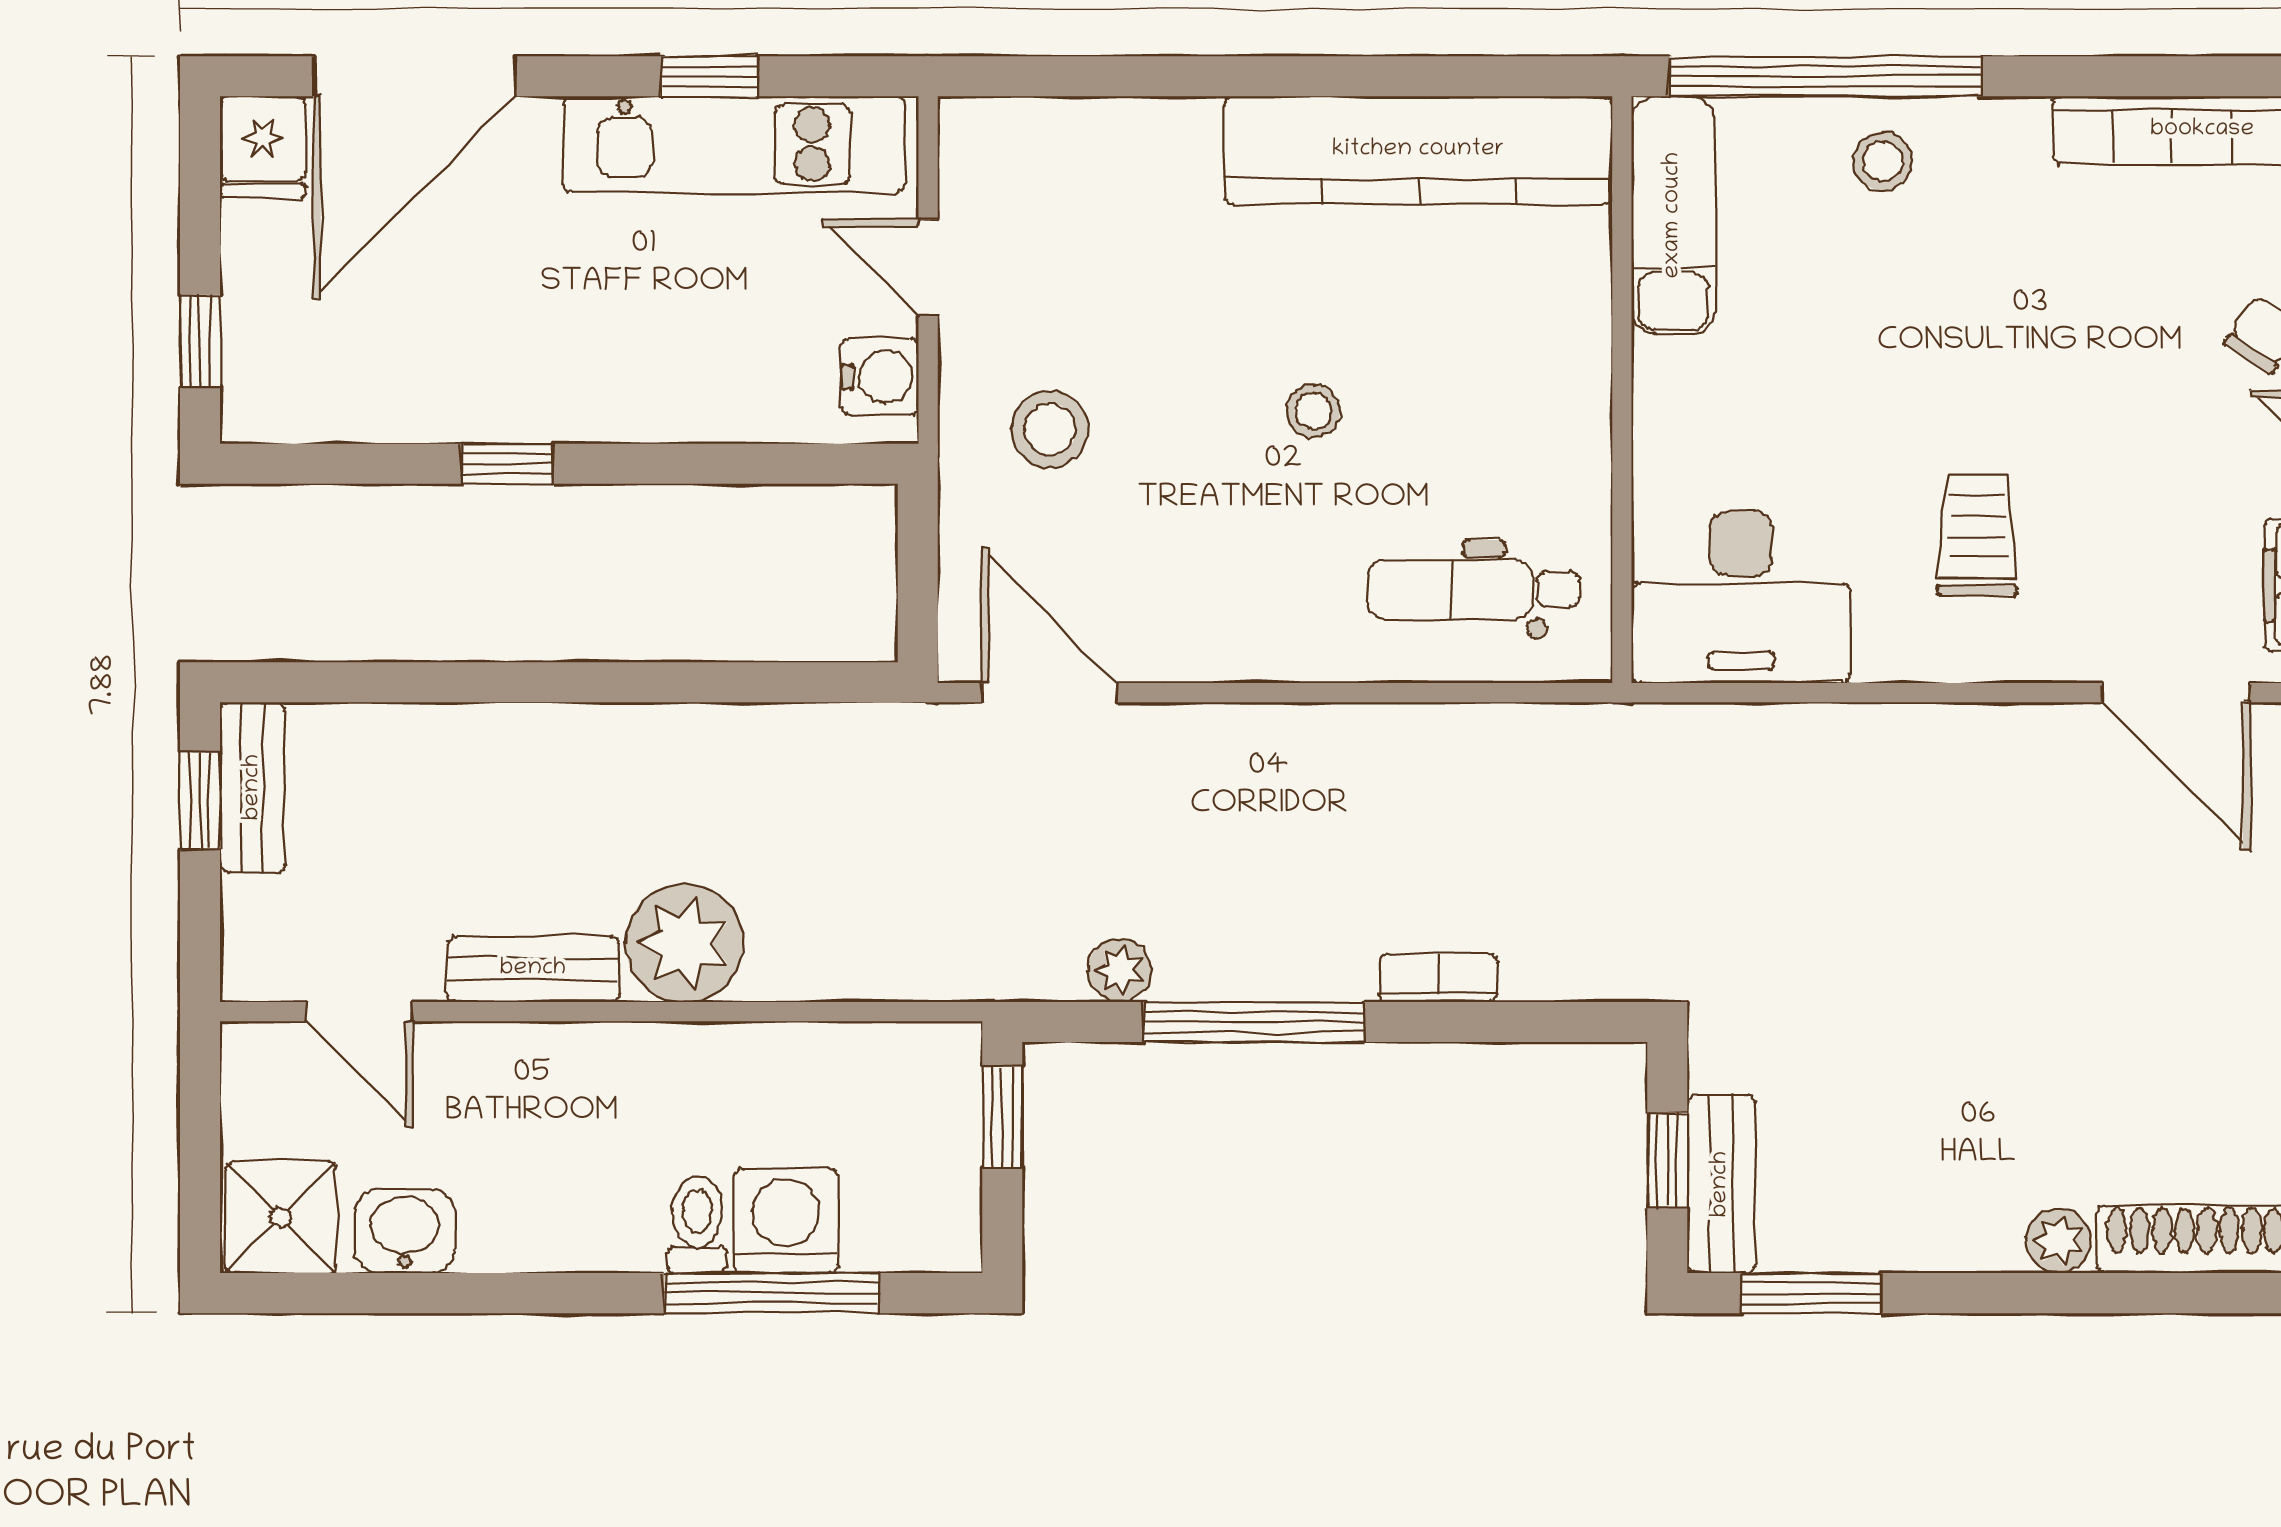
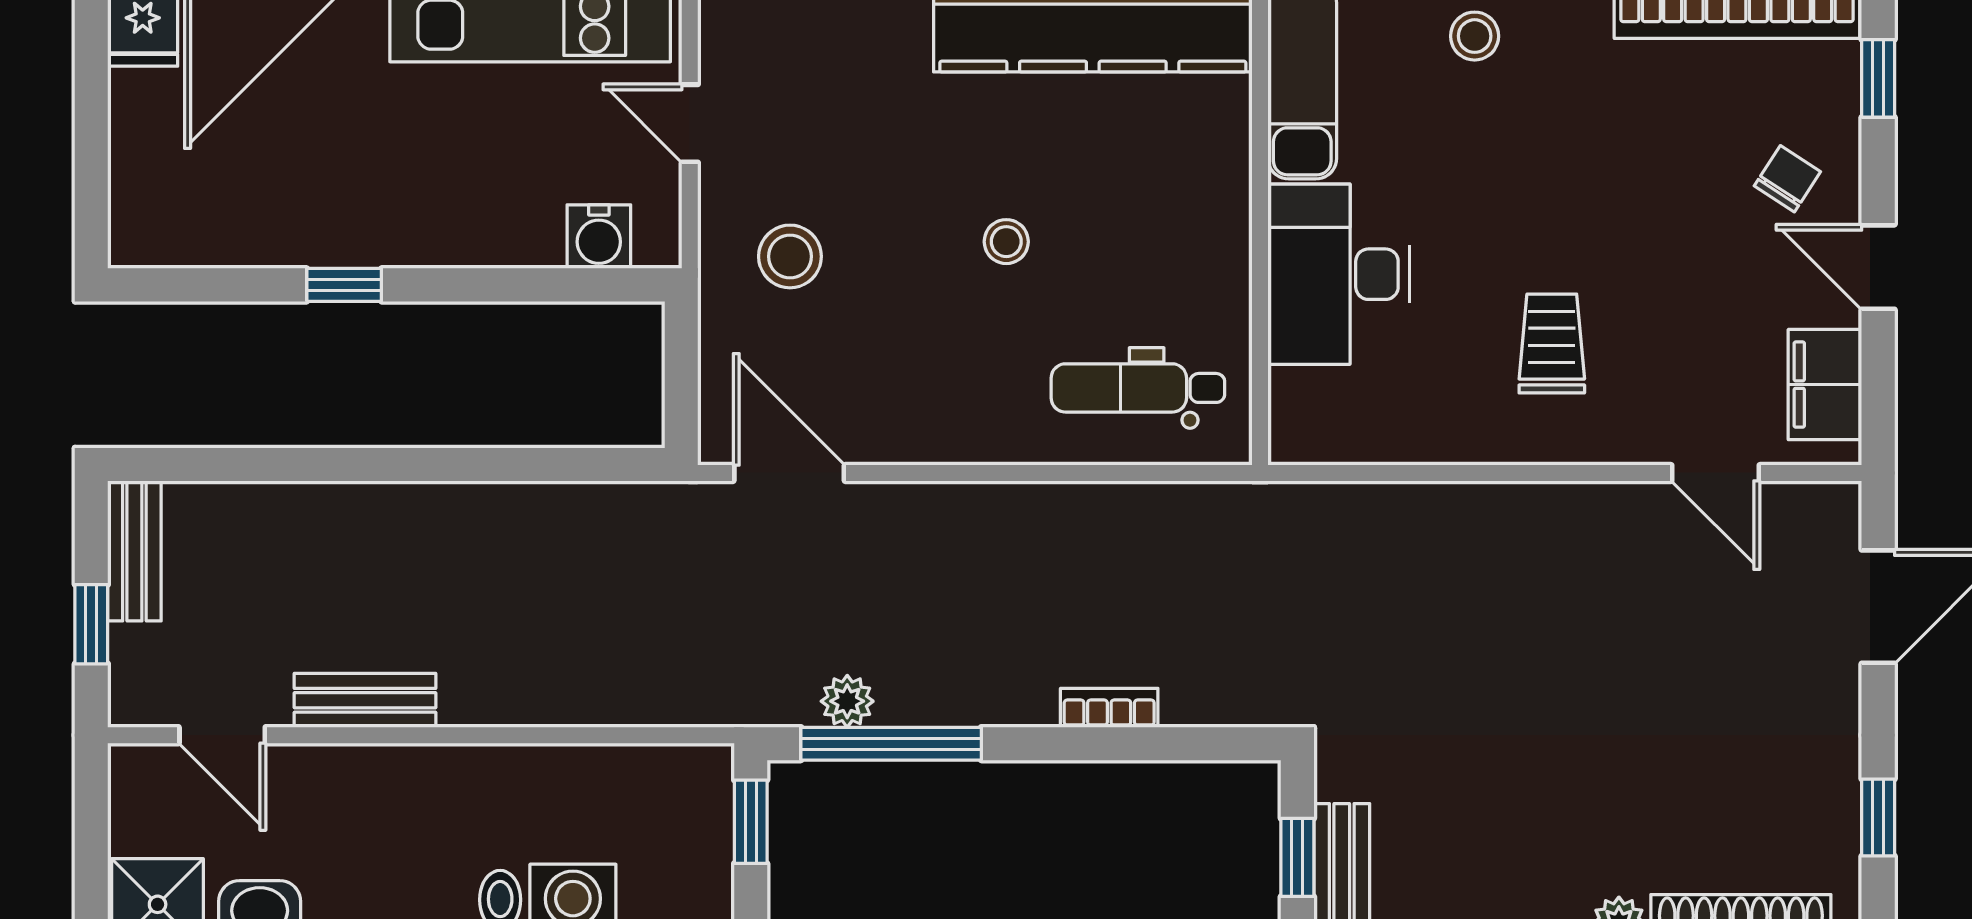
window: (200, 341) -> (91, 184), removed
water cooler: (880, 377) -> (599, 237), moved, turned 90
desk: (1741, 597) -> (1339, 274), moved, turned 90
door: (2176, 693) -> (1715, 473), width x0.73
window: (200, 801) -> (91, 624), moved
plant: (684, 943) -> (490, 679), removed
window: (1254, 1022) -> (891, 744), moved

